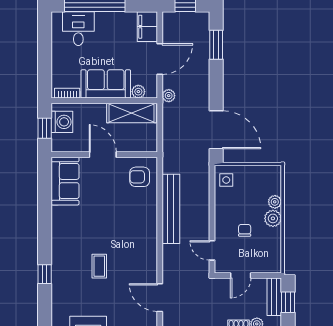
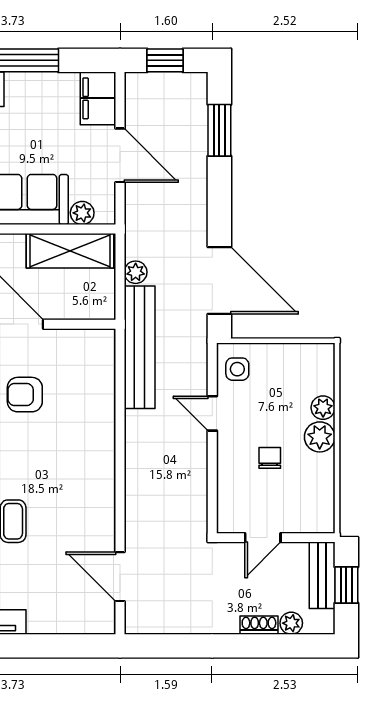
door: (160, 59) -> (120, 155), hinge flipped
plant: (169, 96) -> (136, 272), moved
armchair: (140, 177) -> (25, 395), moved
bench: (171, 209) -> (140, 347), moved
door: (212, 250) -> (212, 413), moved

